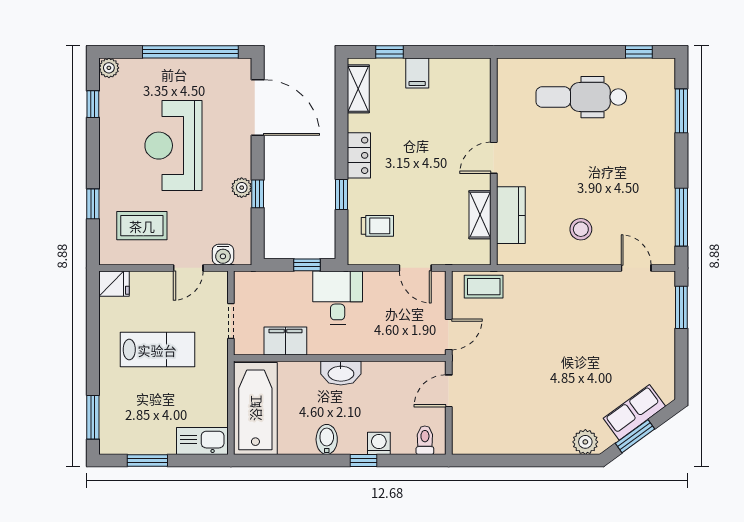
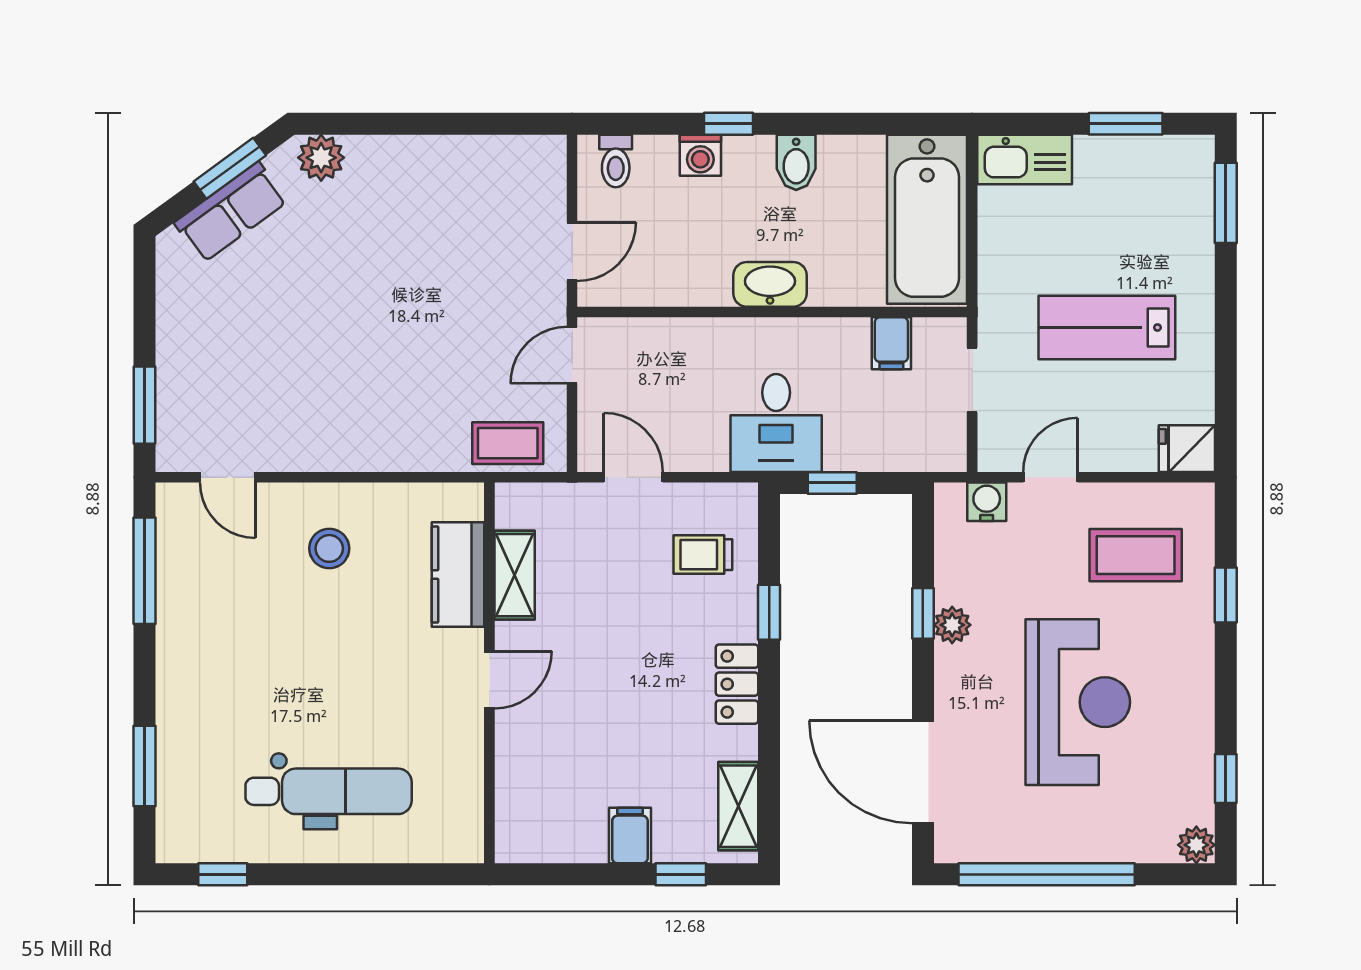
filing cabinet: (285, 341) -> (891, 343), width x0.50

